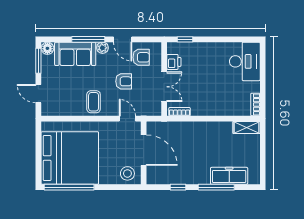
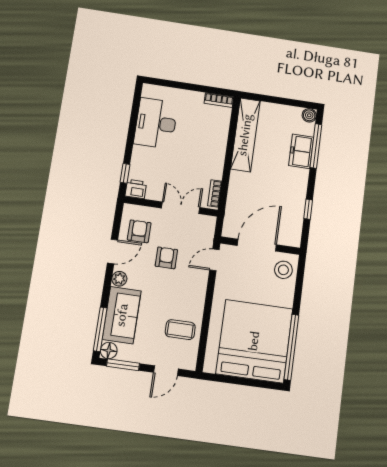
window: (88, 39) -> (100, 329), moved
desk: (245, 61) -> (156, 123), moved, turned -90
printer: (174, 62) -> (136, 189), moved
coffee table: (94, 102) -> (180, 330), moved
shelving: (247, 127) -> (245, 135), width x2.20, depth x1.33
freezer: (229, 176) -> (301, 151), width x0.71
boiler: (254, 179) -> (309, 115), added
window: (216, 187) -> (316, 146), moved

